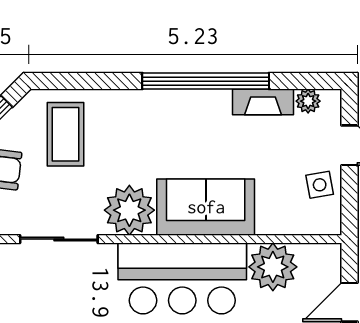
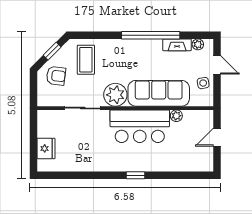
sofa: (206, 207) -> (159, 93), width x1.36
plant: (273, 267) -> (176, 116), width x0.53, depth x0.53

